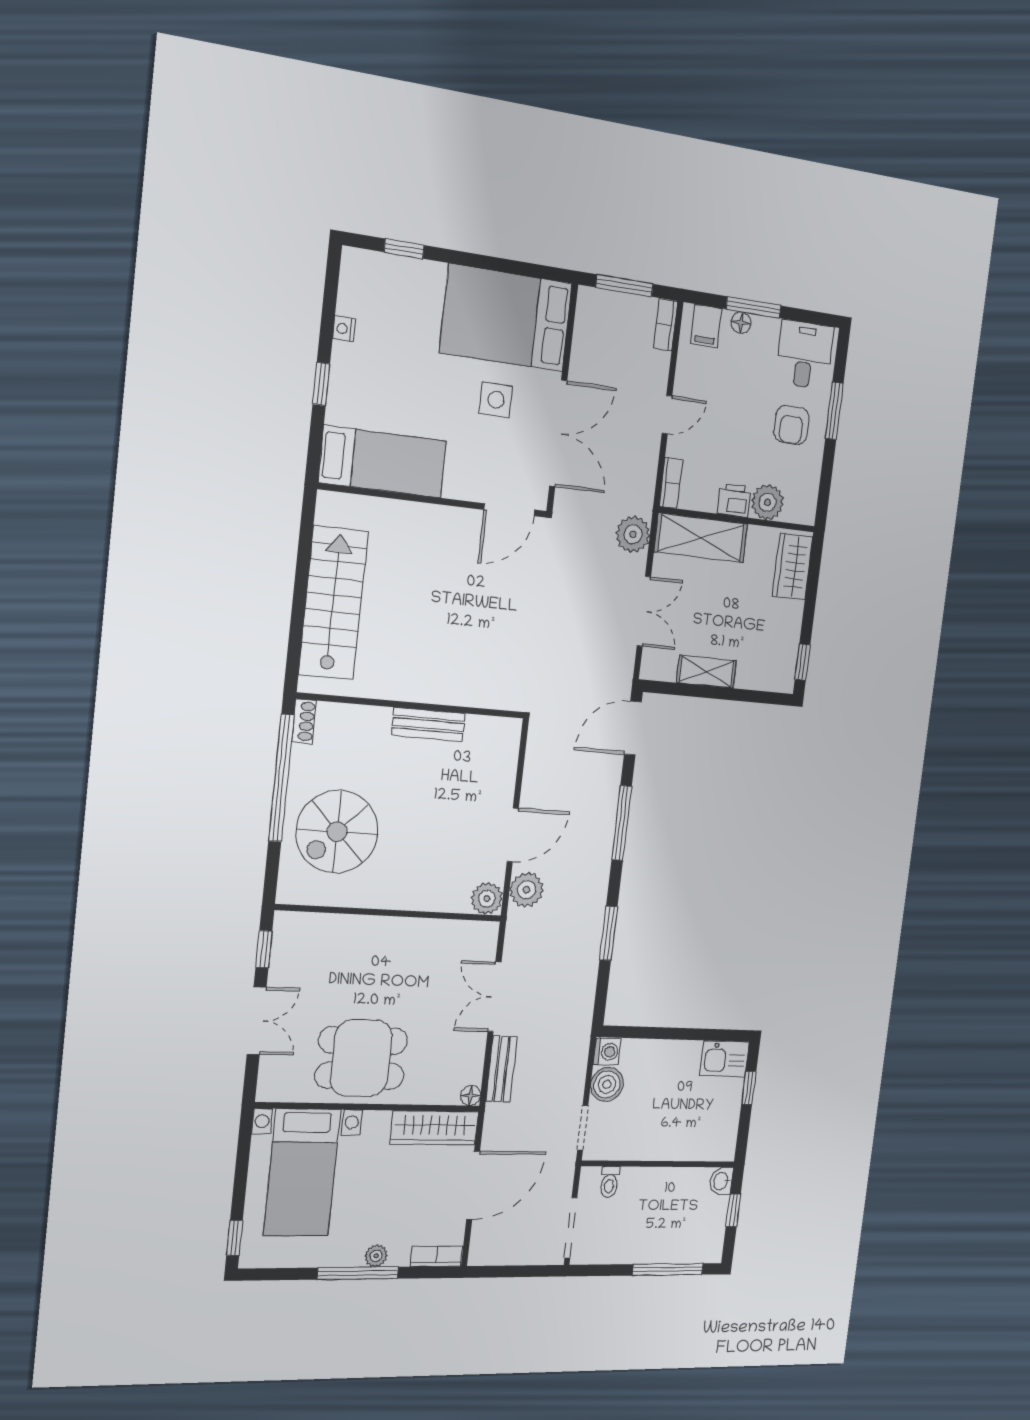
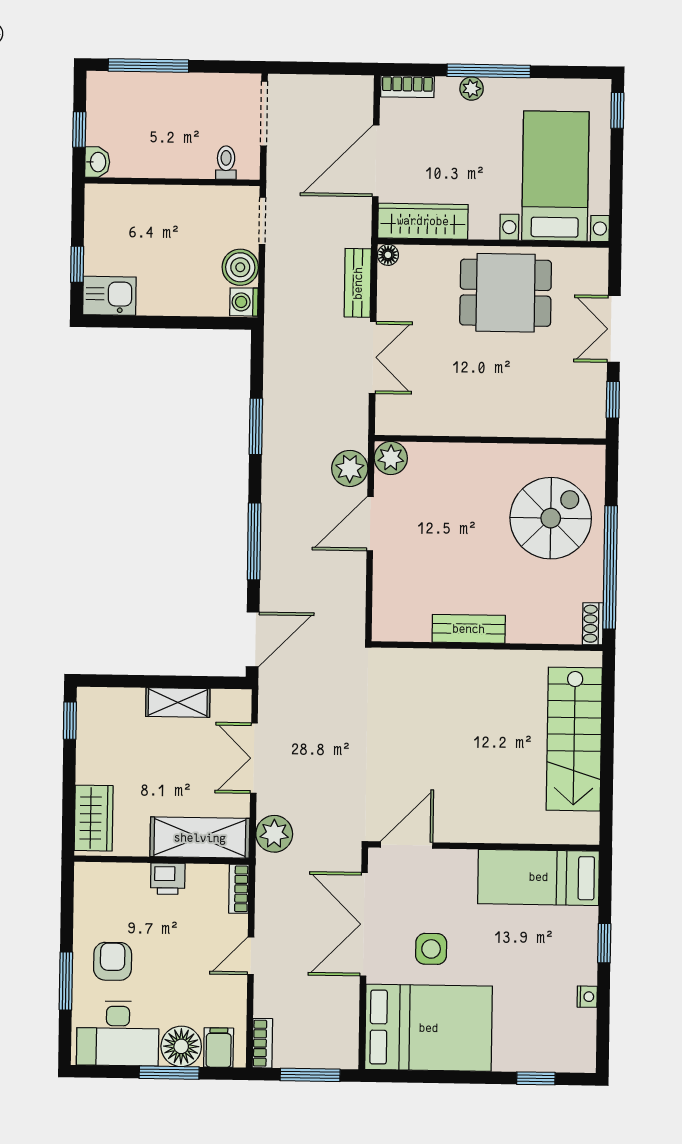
floor lamp: (741, 323) -> (181, 1046), width x1.89, depth x1.89
desk: (805, 355) -> (118, 1033), width x1.37
plant: (767, 502) -> (130, 881), removed

